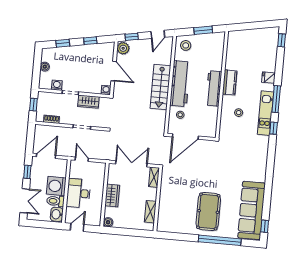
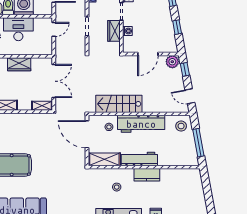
window: (203, 30) -> (198, 143), width x1.44
stairs: (160, 87) -> (119, 104), moved
washing machine: (106, 90) -> (127, 31), moved
shelving: (211, 122) -> (104, 159), added

